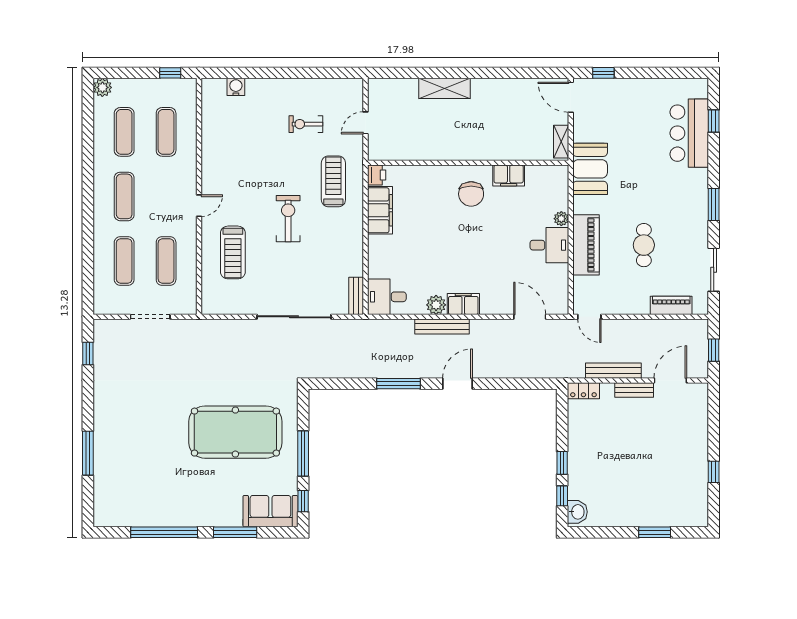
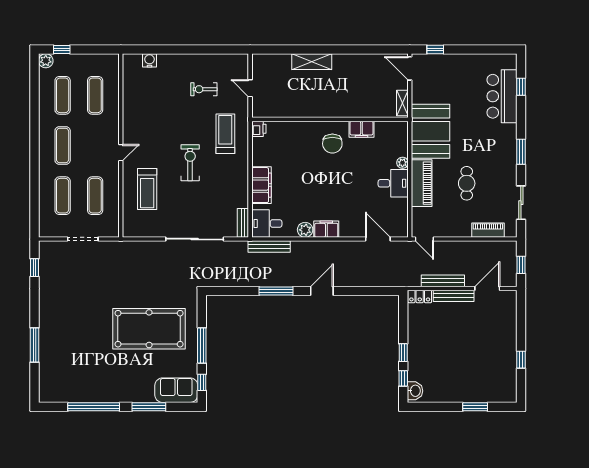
window: (170, 73) -> (62, 49), moved
door: (365, 123) -> (250, 88), hinge flipped
booth: (590, 169) -> (430, 131), width x1.36, depth x1.42
filing cabinet: (380, 210) -> (261, 185), moved
bench: (442, 326) -> (269, 247), moved
bench: (634, 390) -> (454, 296), width x1.36

